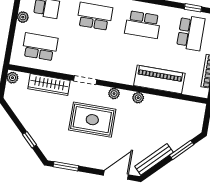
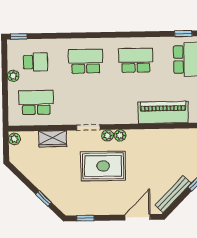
school desk: (143, 25) -> (136, 60), turned 180
wardrobe: (49, 85) -> (53, 139), width x0.67
plant: (138, 98) -> (107, 136), moved
window: (66, 166) -> (85, 218), width x0.67

